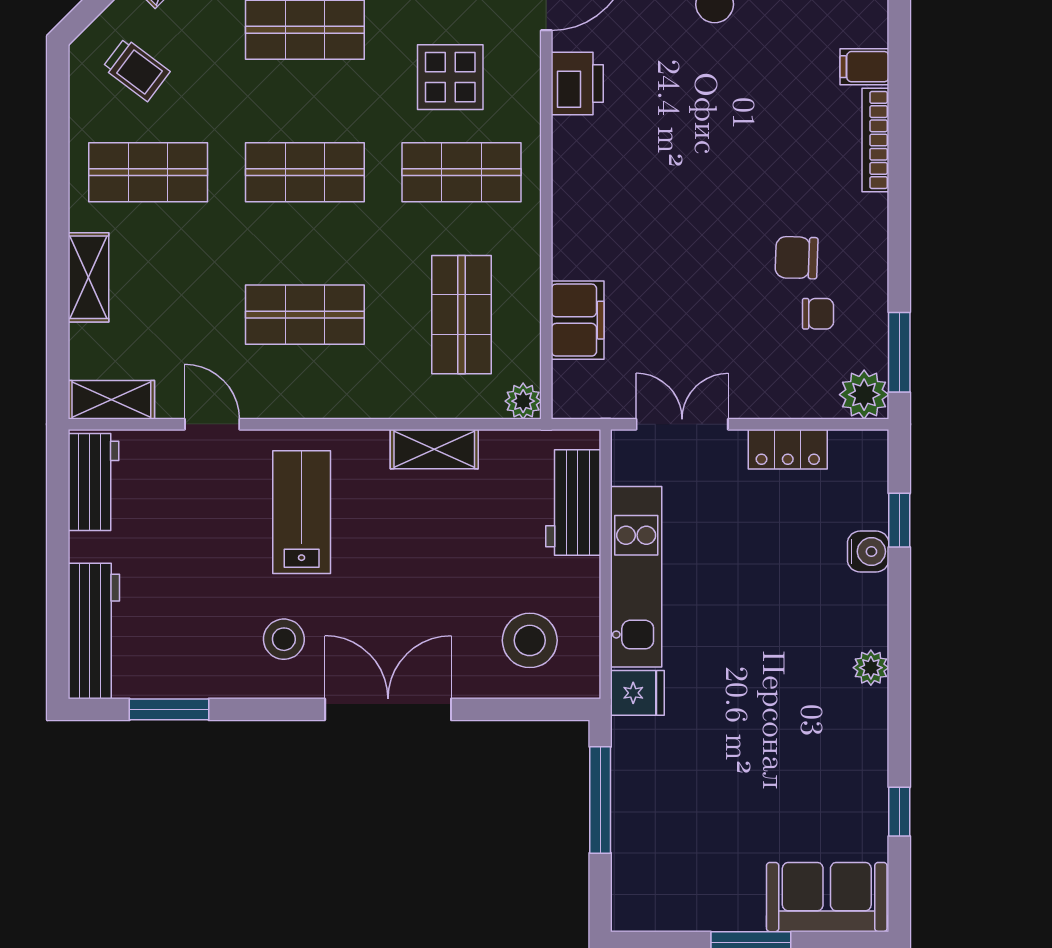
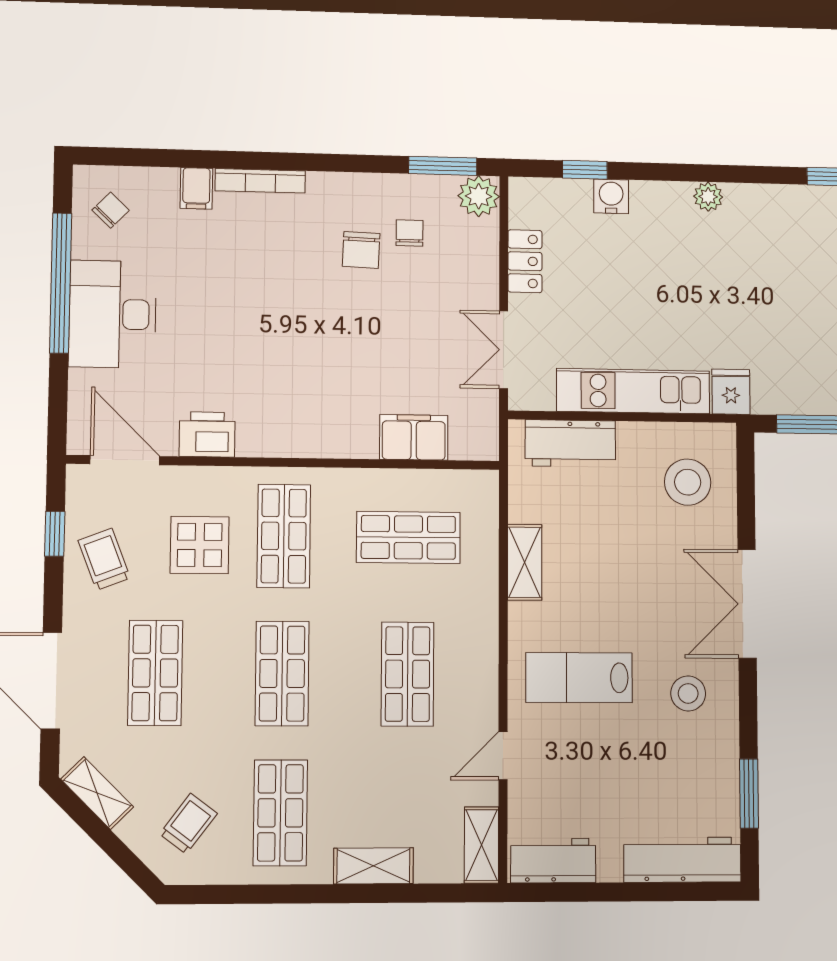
plant: (523, 401) -> (483, 485), removed

